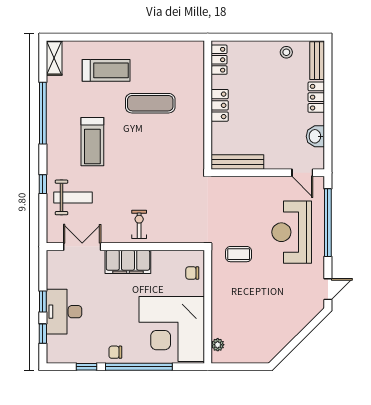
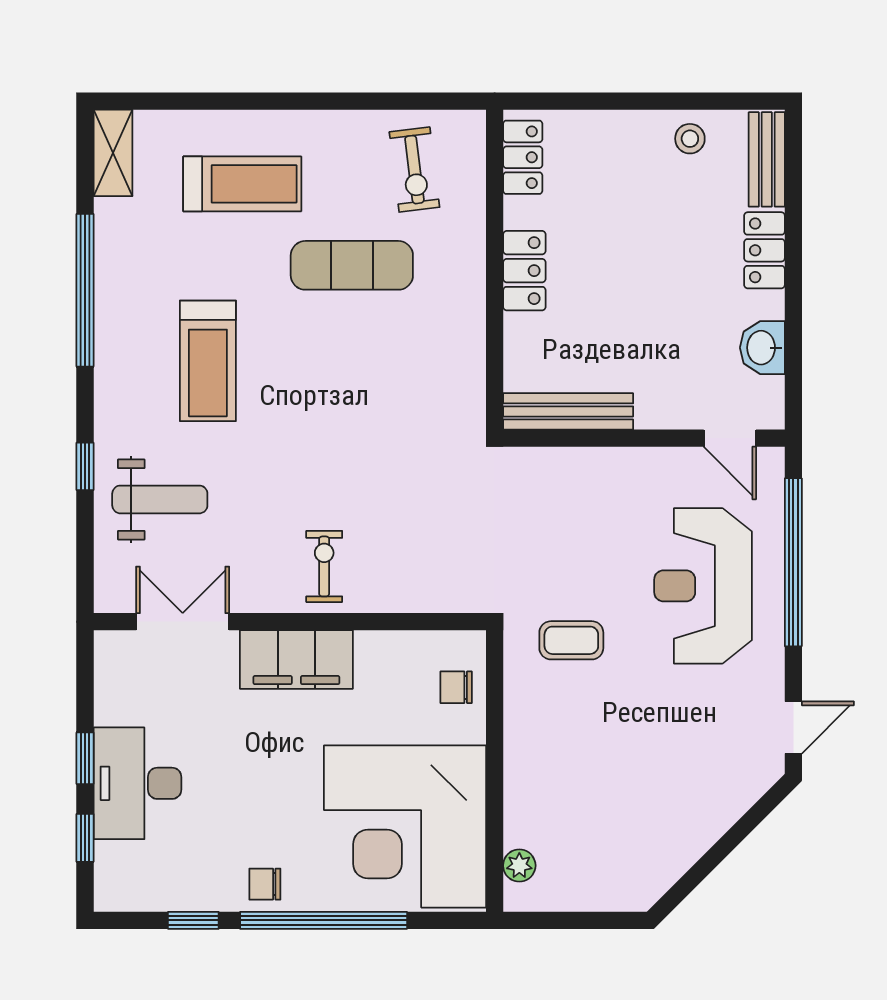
exercise bike: (175, 65) -> (414, 170), added

